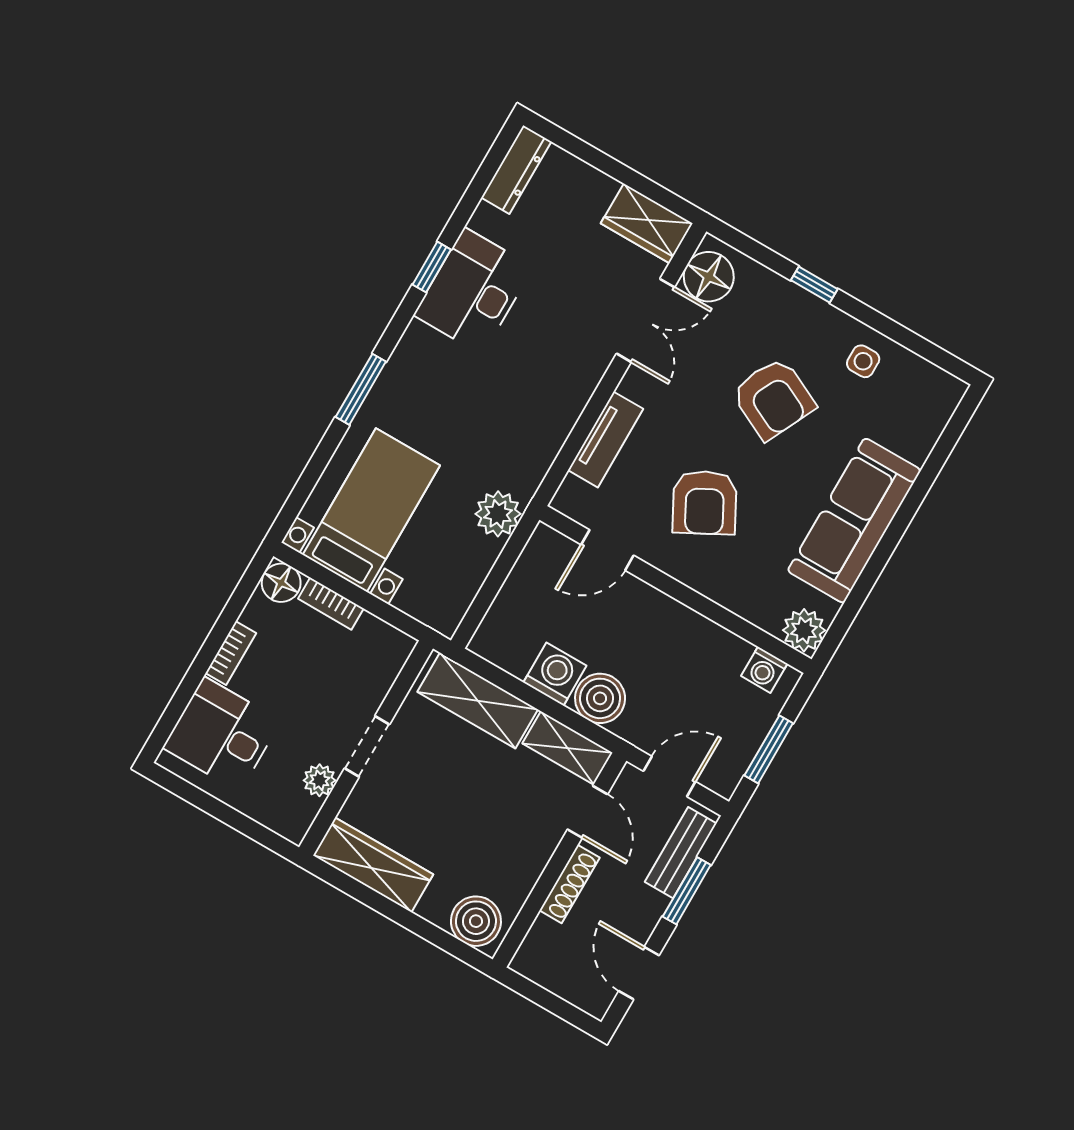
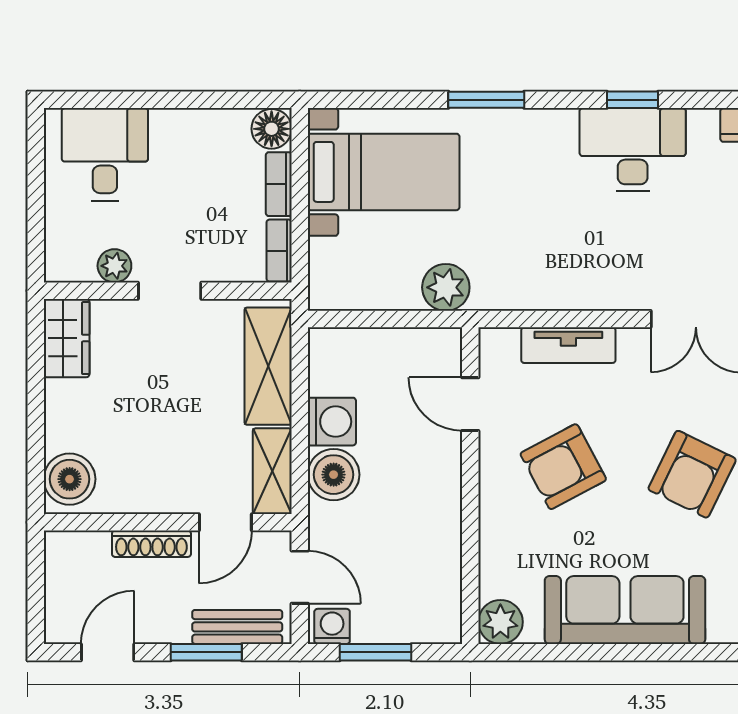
bookcase: (231, 653) -> (279, 251), moved, turned 90
washing machine: (764, 670) -> (332, 626), moved, turned 90
wardrobe: (373, 865) -> (67, 338), width x0.67

